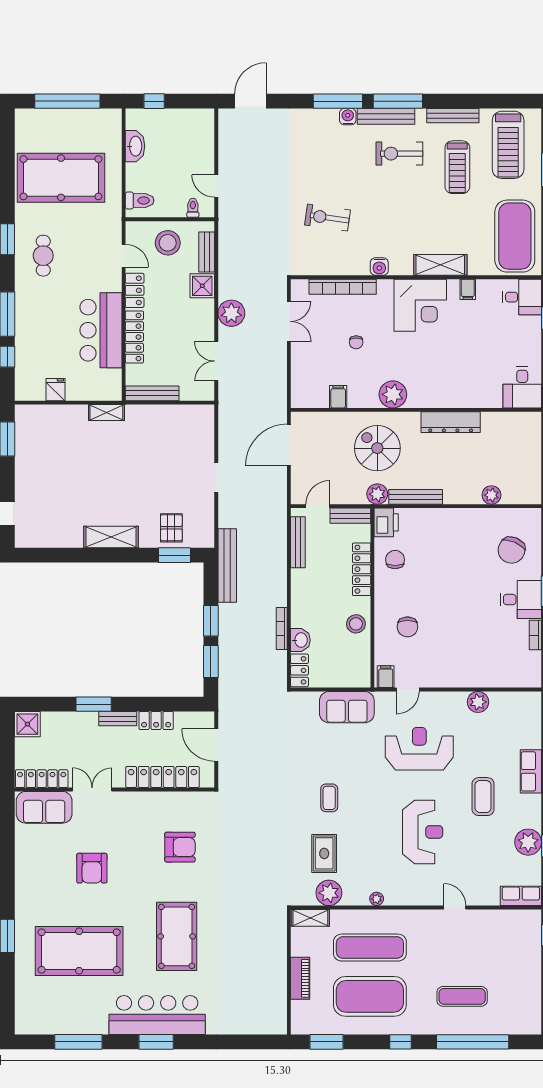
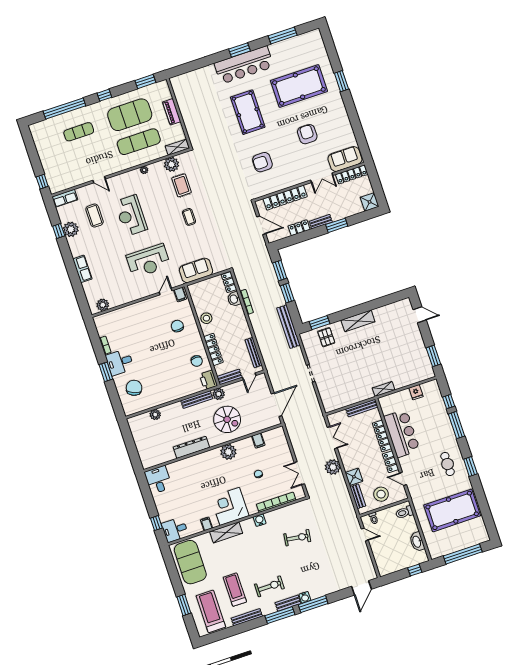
bench: (386, 116) -> (288, 603), width x0.73
plant: (478, 702) -> (103, 305), moved
coffee table: (483, 797) -> (95, 216), moved

